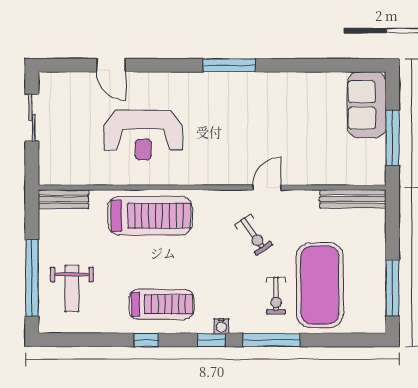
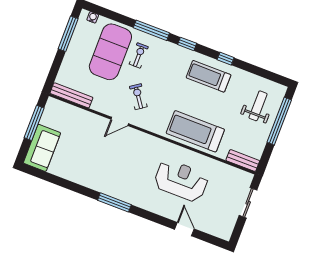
sliding door: (32, 118) -> (248, 203), moved
water cooler: (221, 326) -> (93, 17), moved

